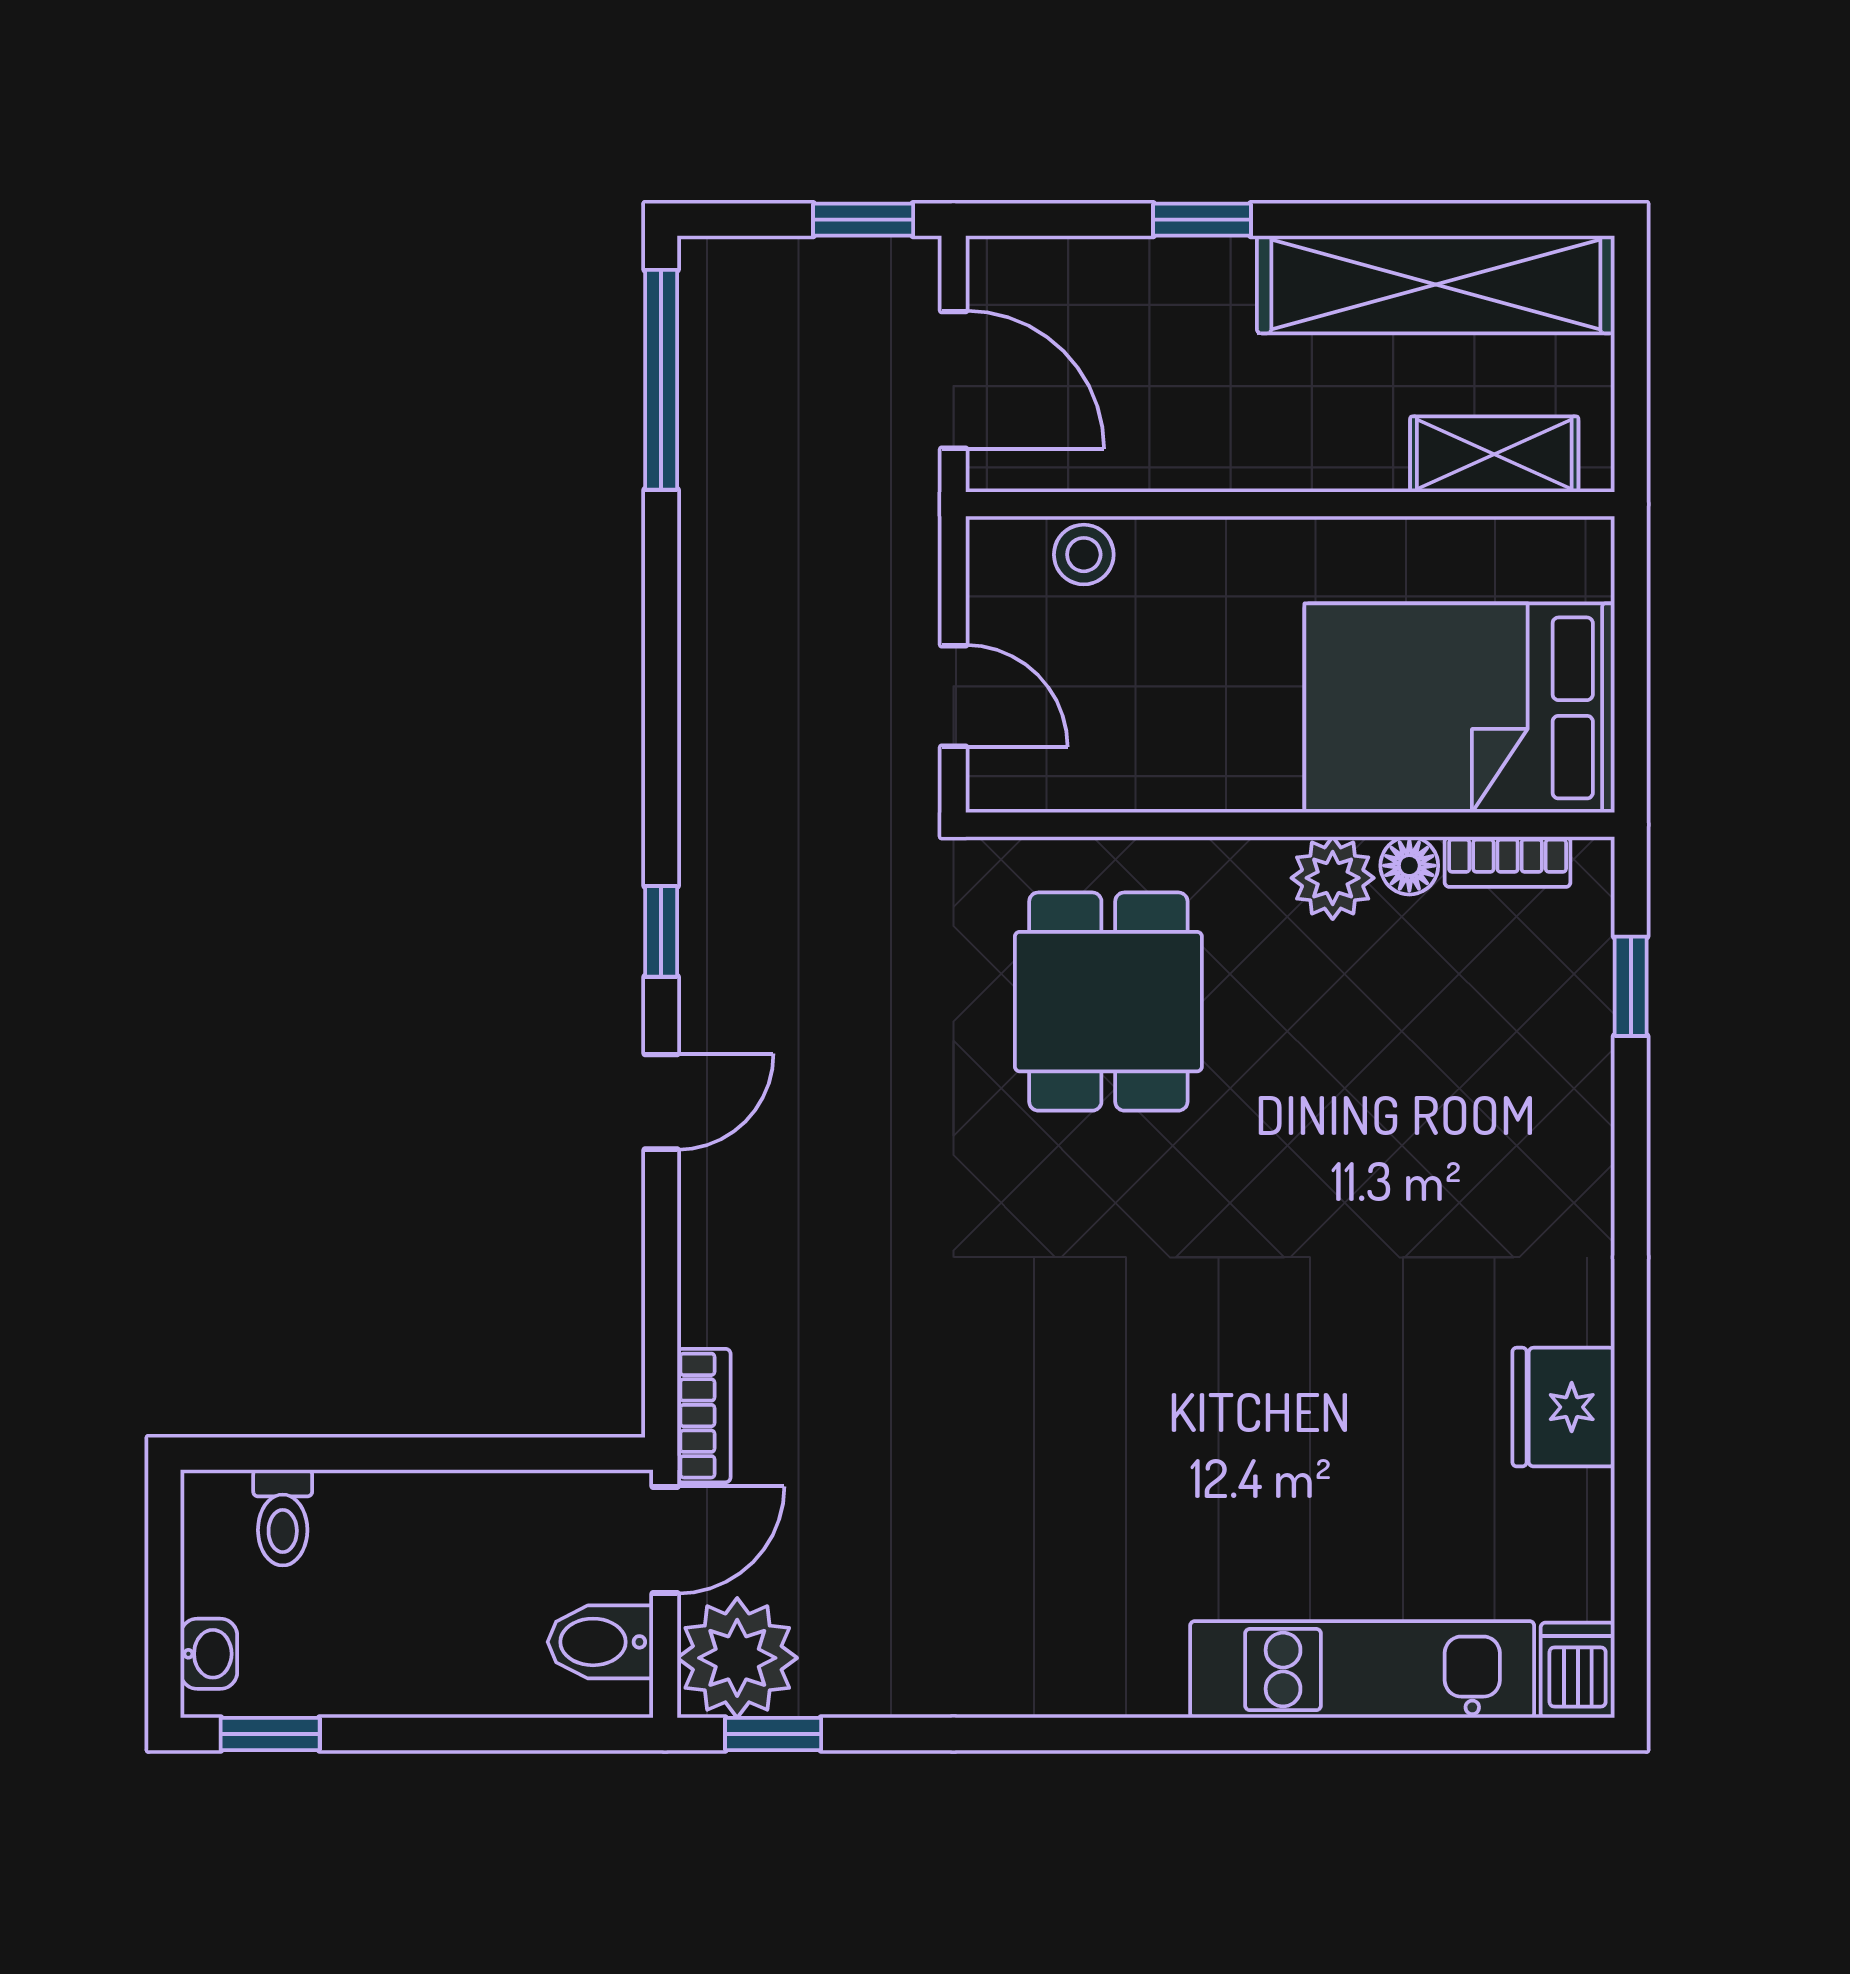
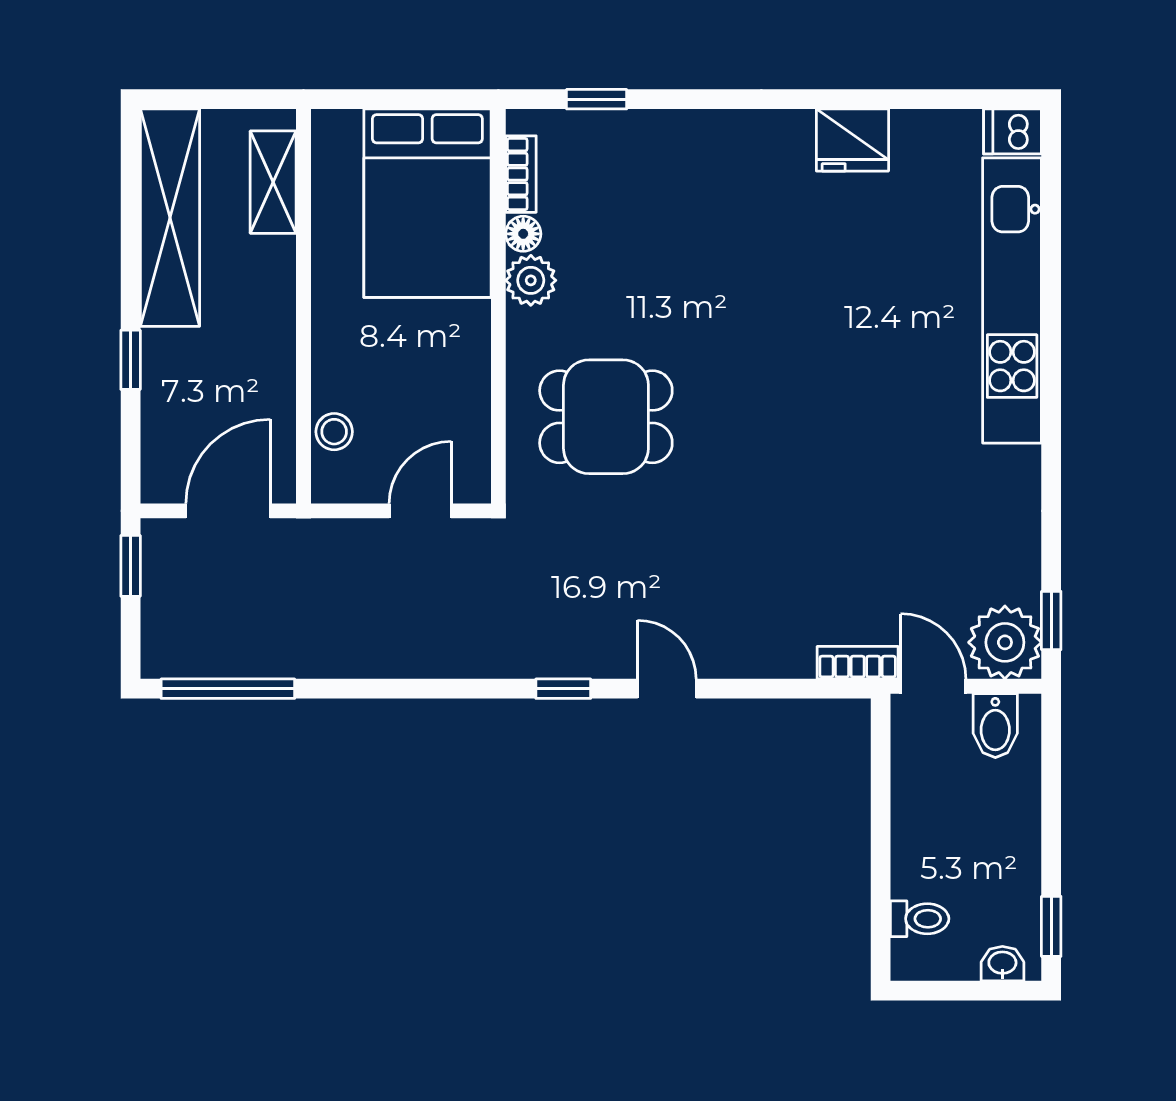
kitchen unit: (1362, 1670) -> (1012, 300), width x1.36

